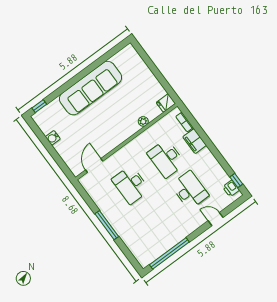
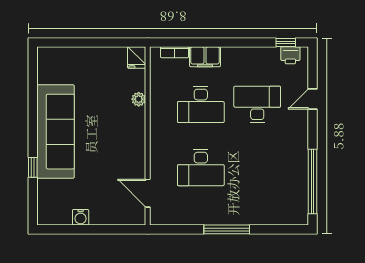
window: (39, 106) -> (33, 167), moved

